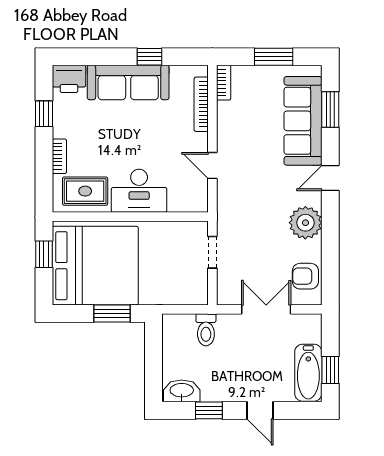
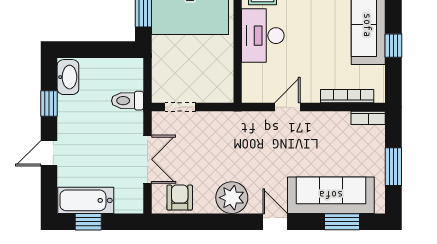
doorway: (212, 252) -> (180, 107), moved

